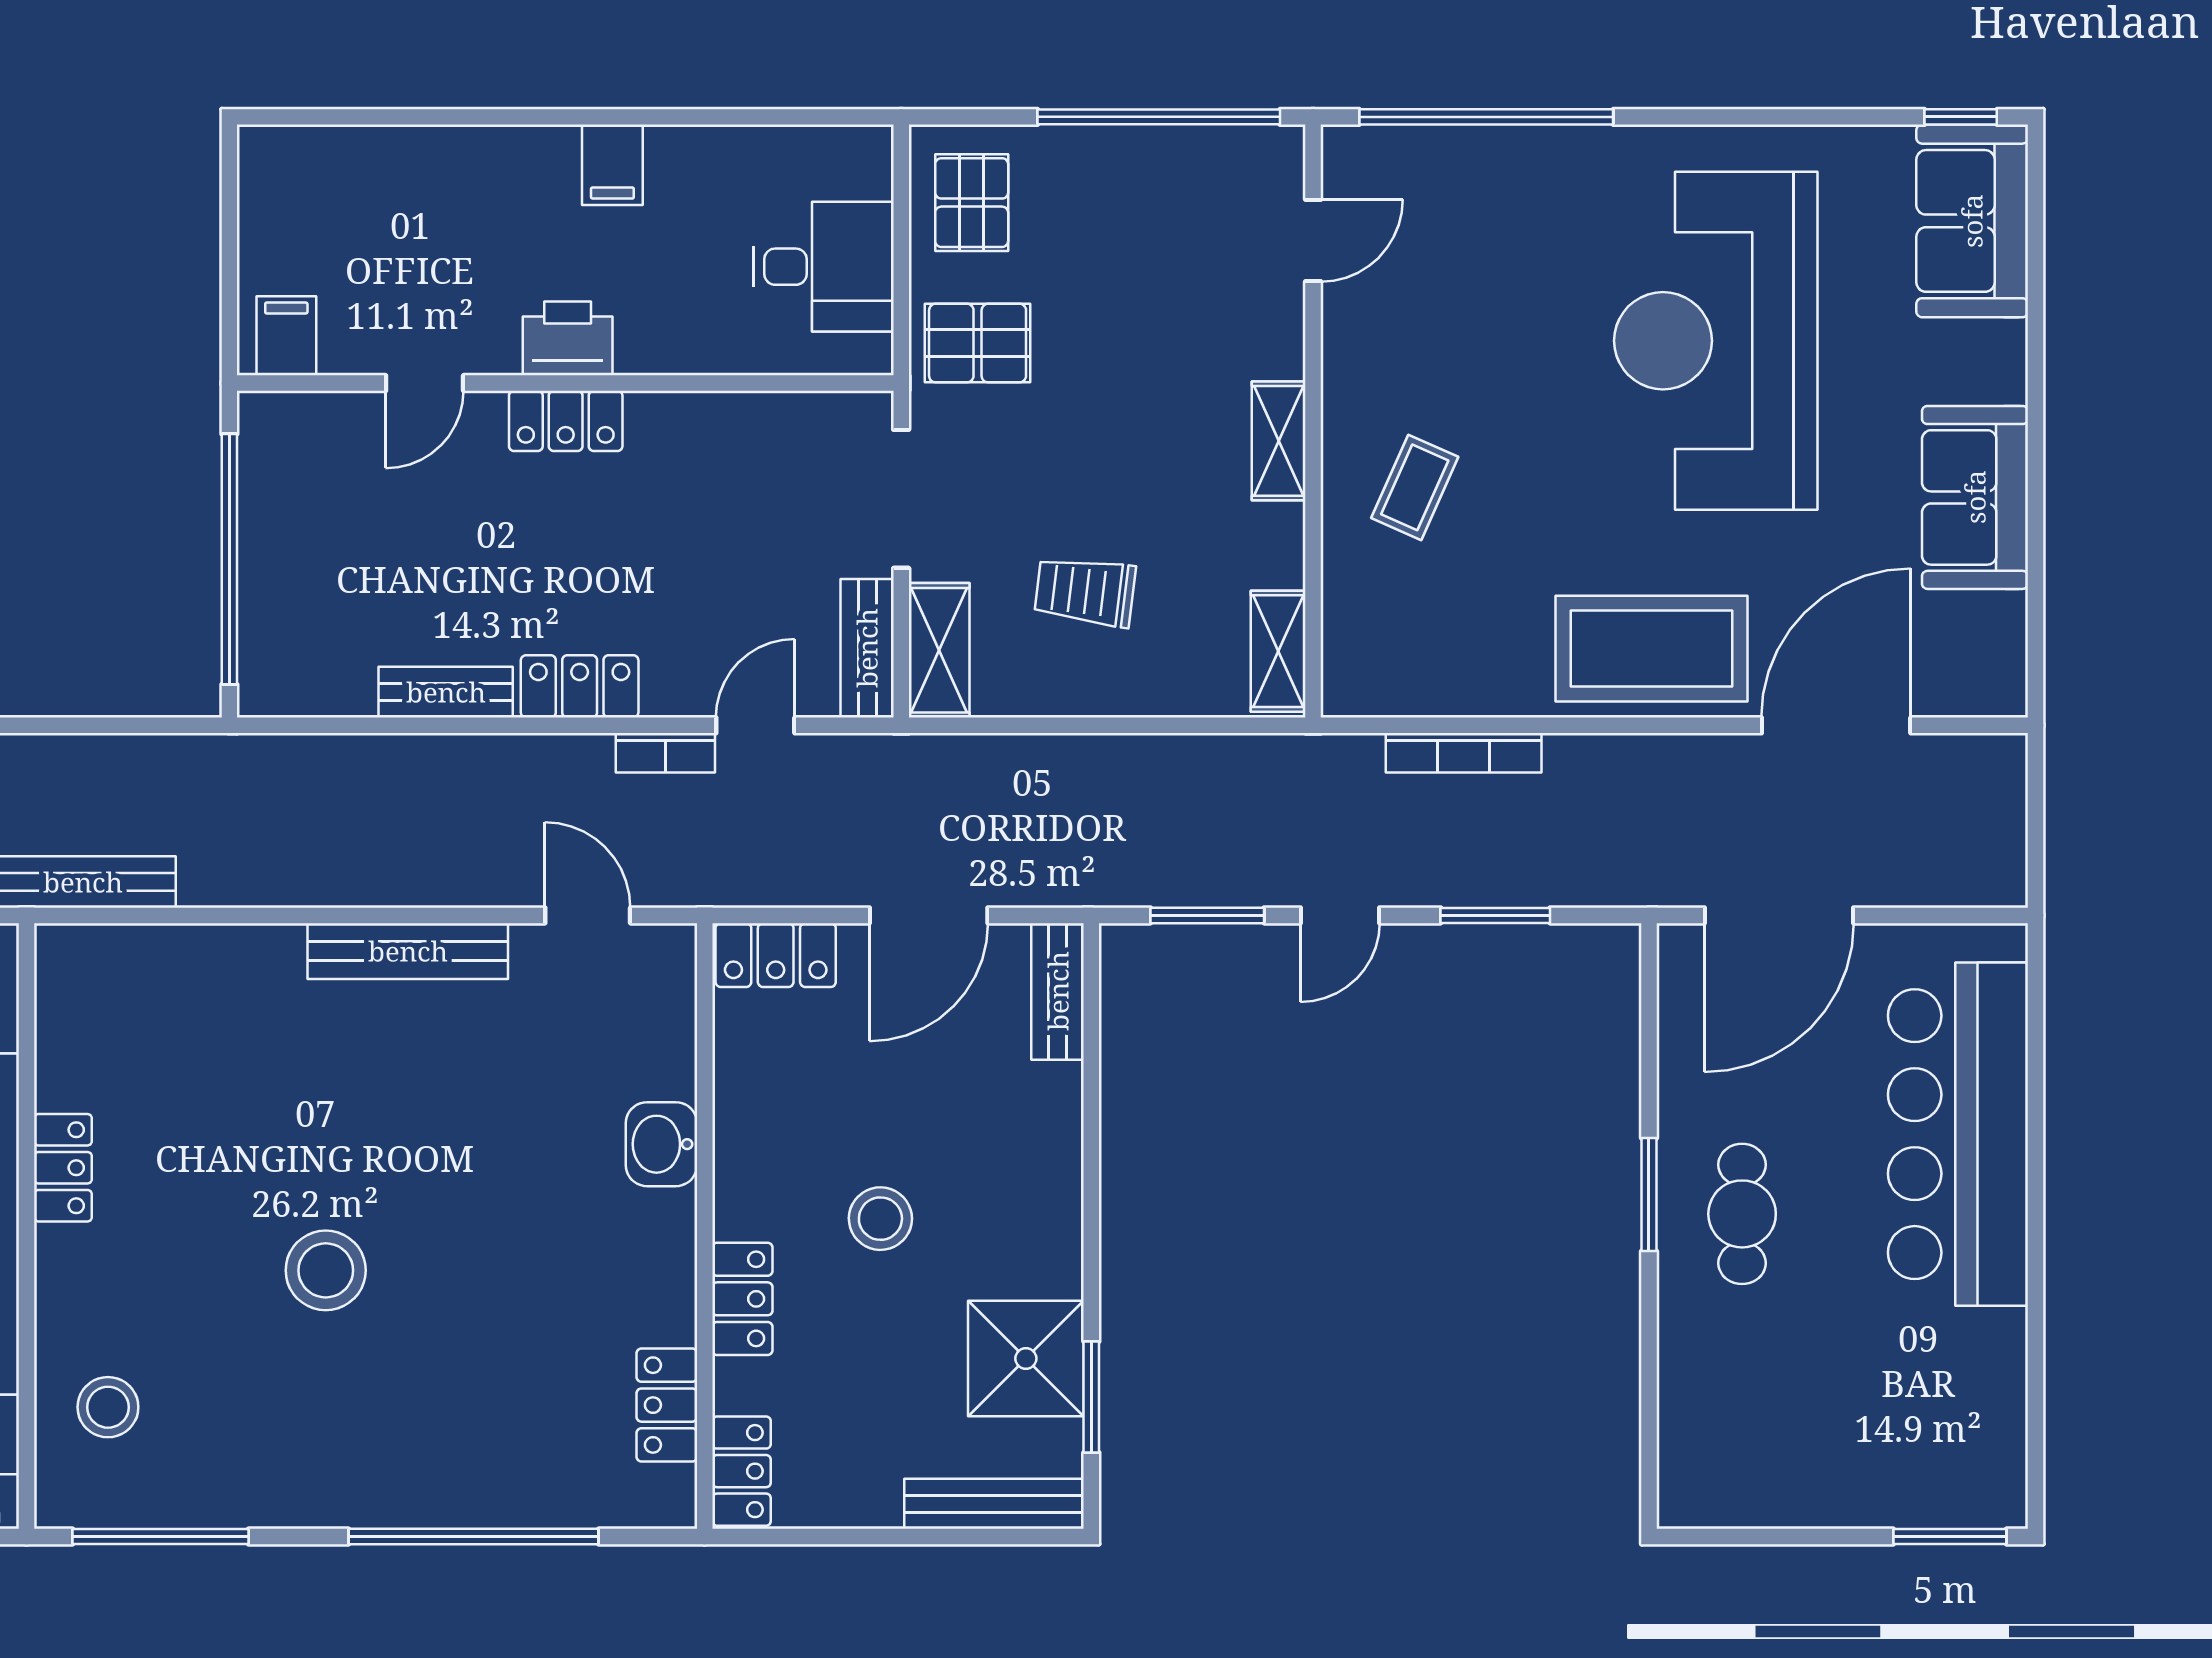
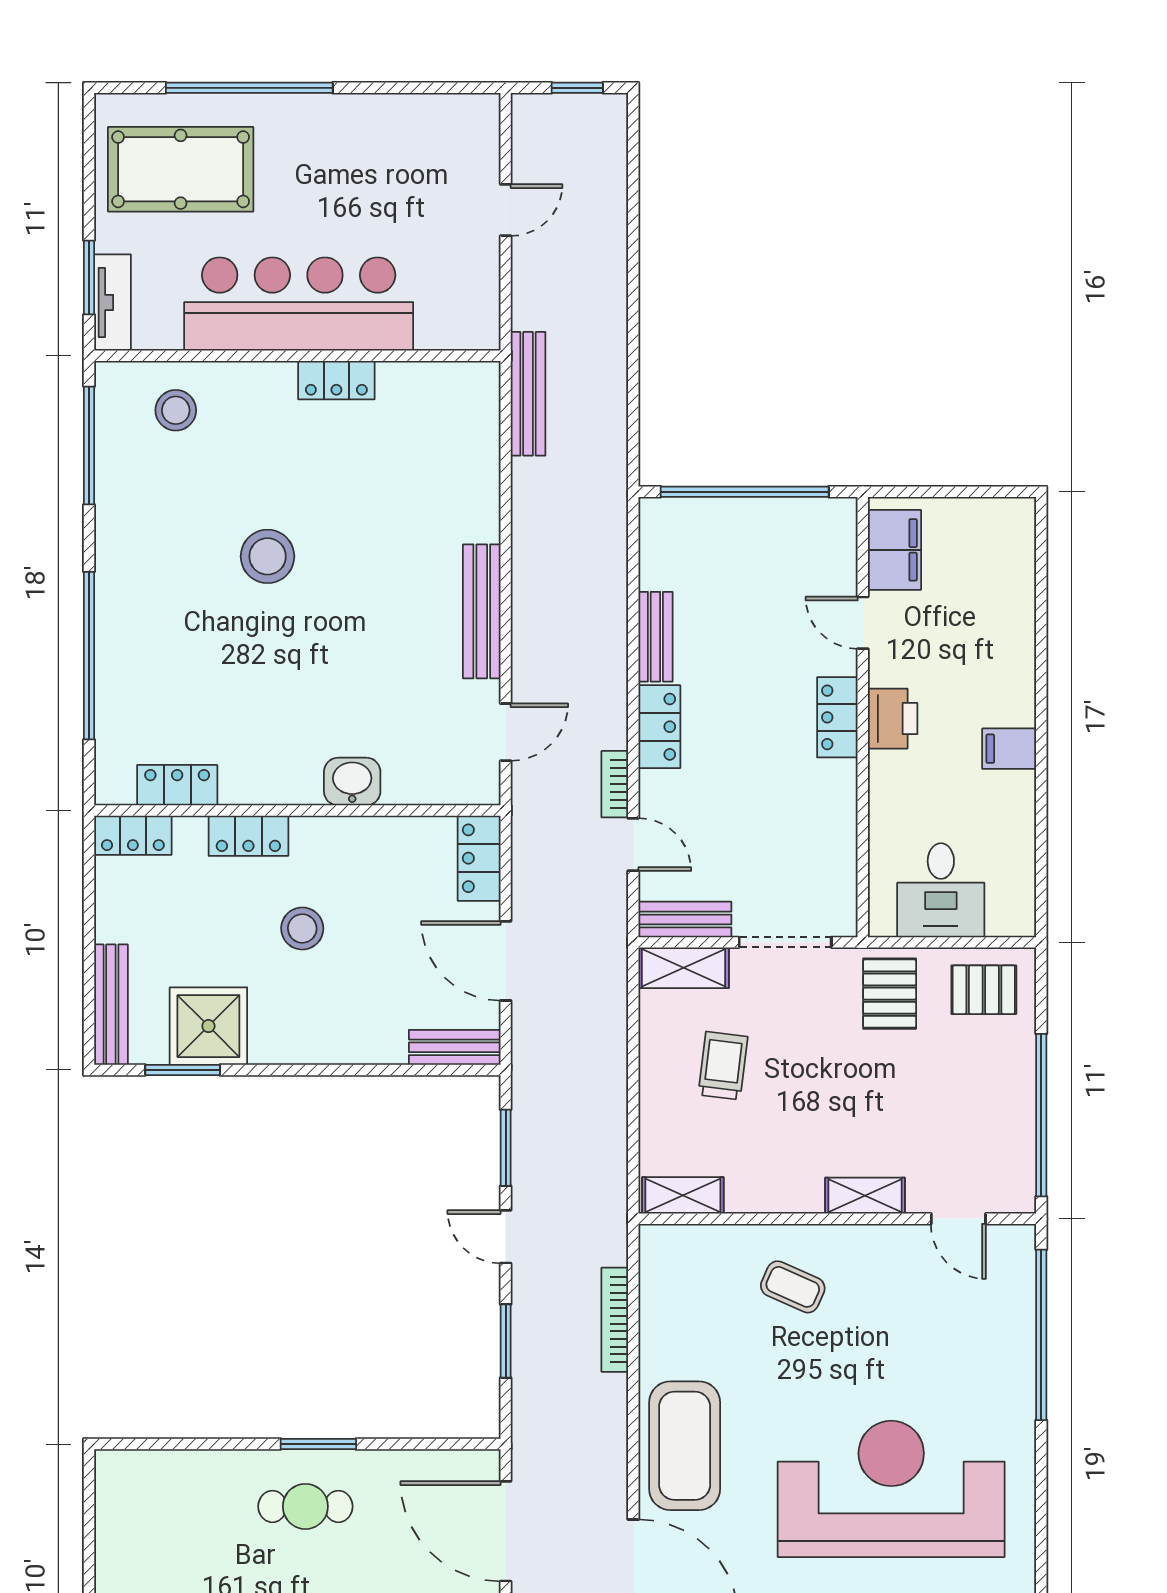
filing cabinet: (286, 336) -> (894, 550), width x2.00
shelving: (1279, 441) -> (865, 1196), moved

